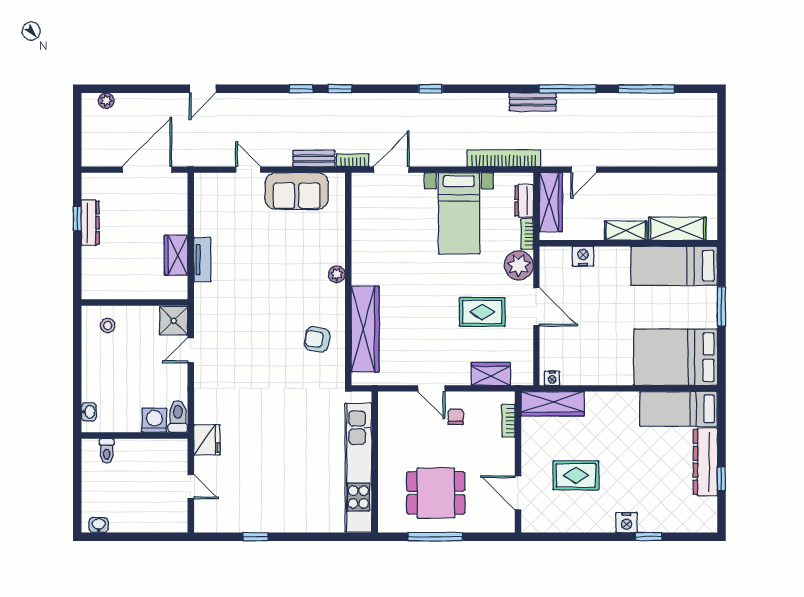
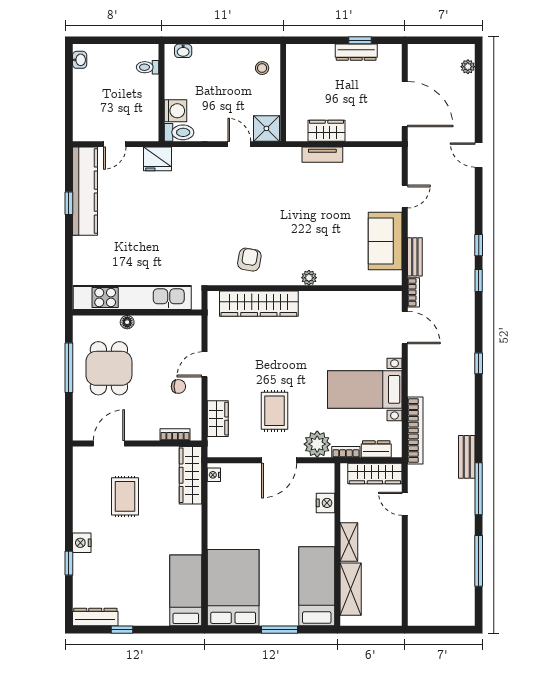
dresser: (705, 462) -> (95, 617), moved, width x0.73, depth x0.80
floor lamp: (385, 473) -> (127, 322), added
kitchen counter: (242, 519) -> (85, 191), added

